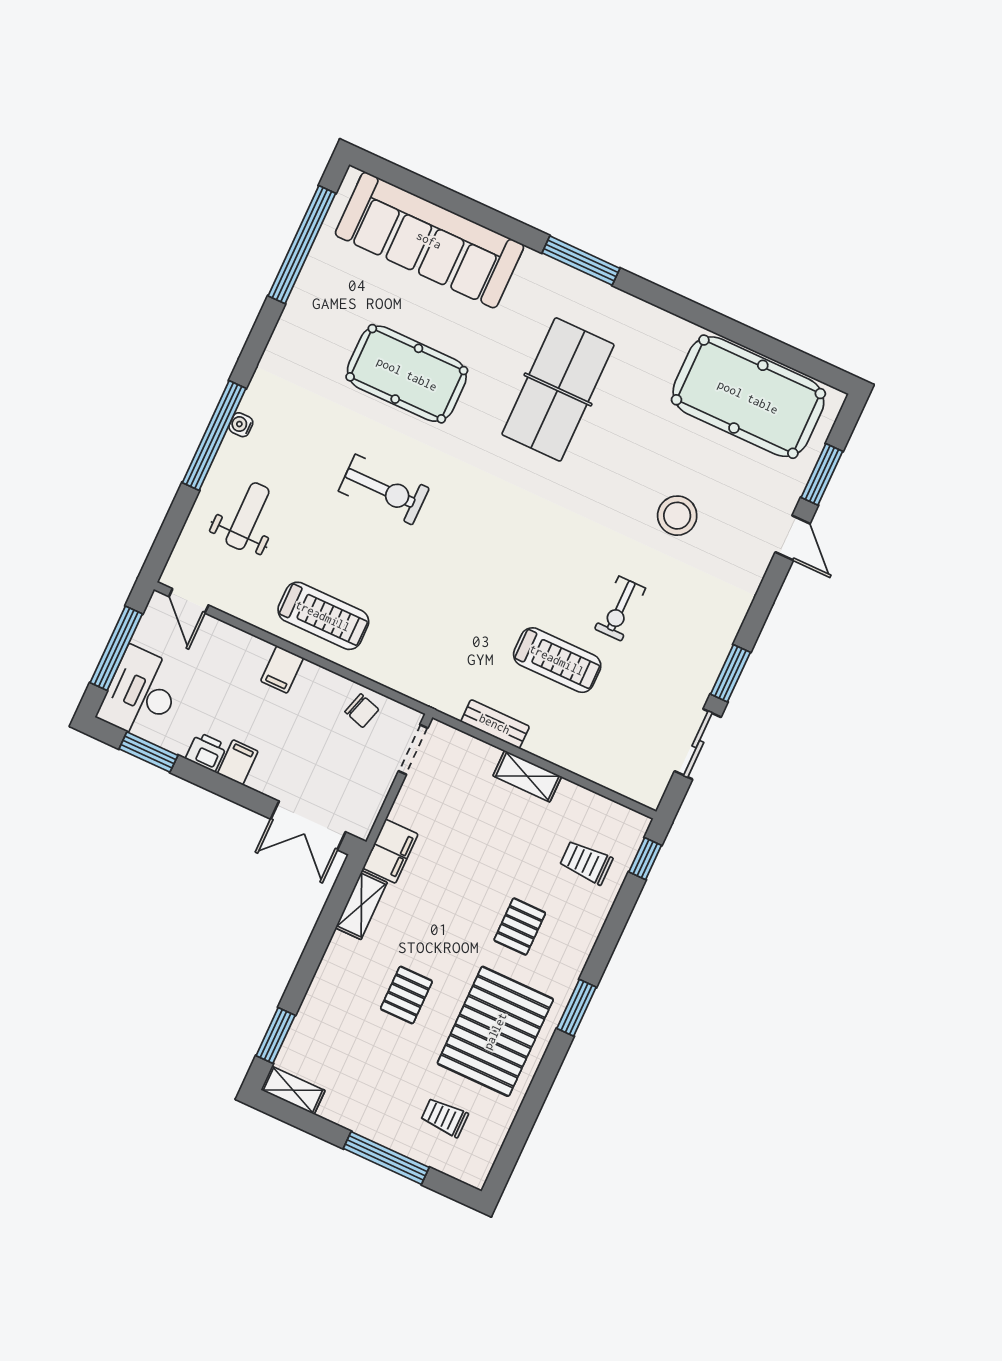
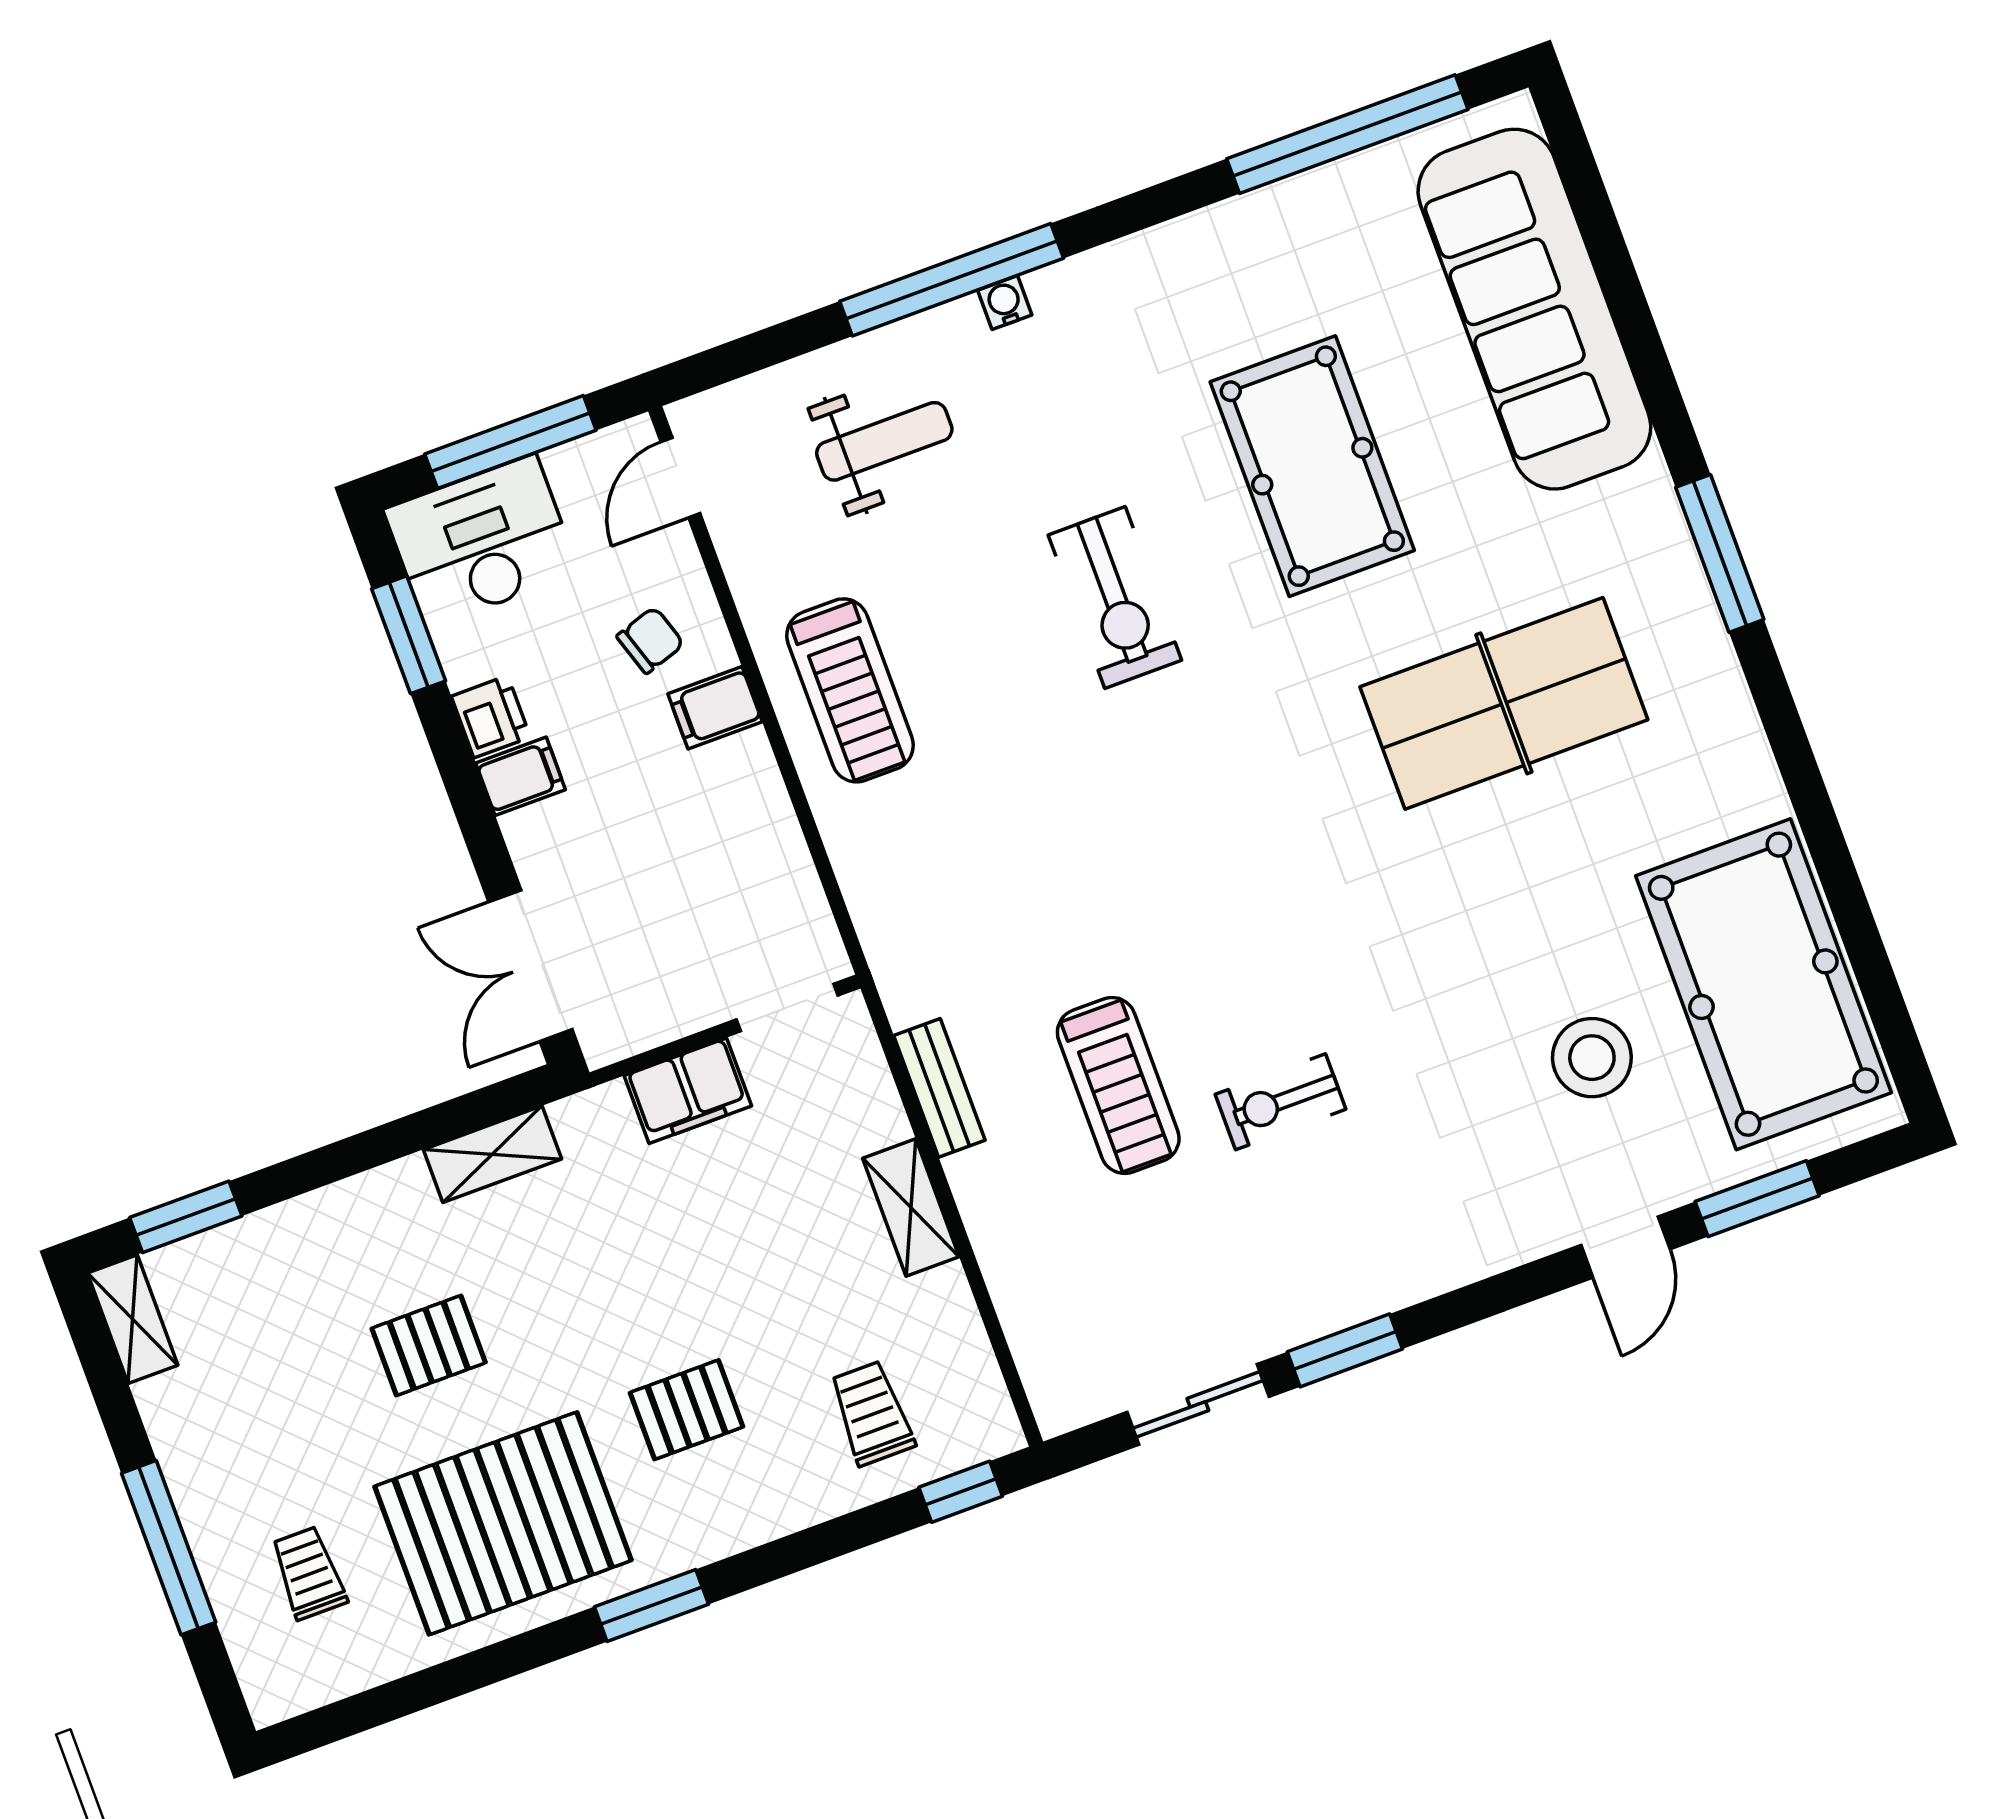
stool: (677, 516) -> (1592, 1058), moved
chair: (362, 711) -> (650, 640), moved, turned -125
filing cabinet: (390, 851) -> (688, 1091), moved

